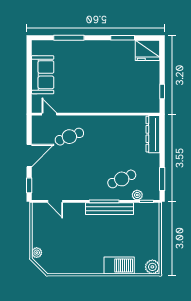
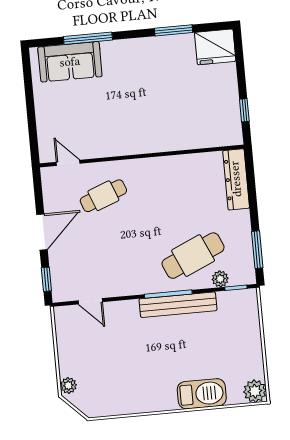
sofa: (43, 75) -> (70, 62), moved, turned 90
cafe table: (122, 179) -> (193, 256), width x1.37, depth x1.35

